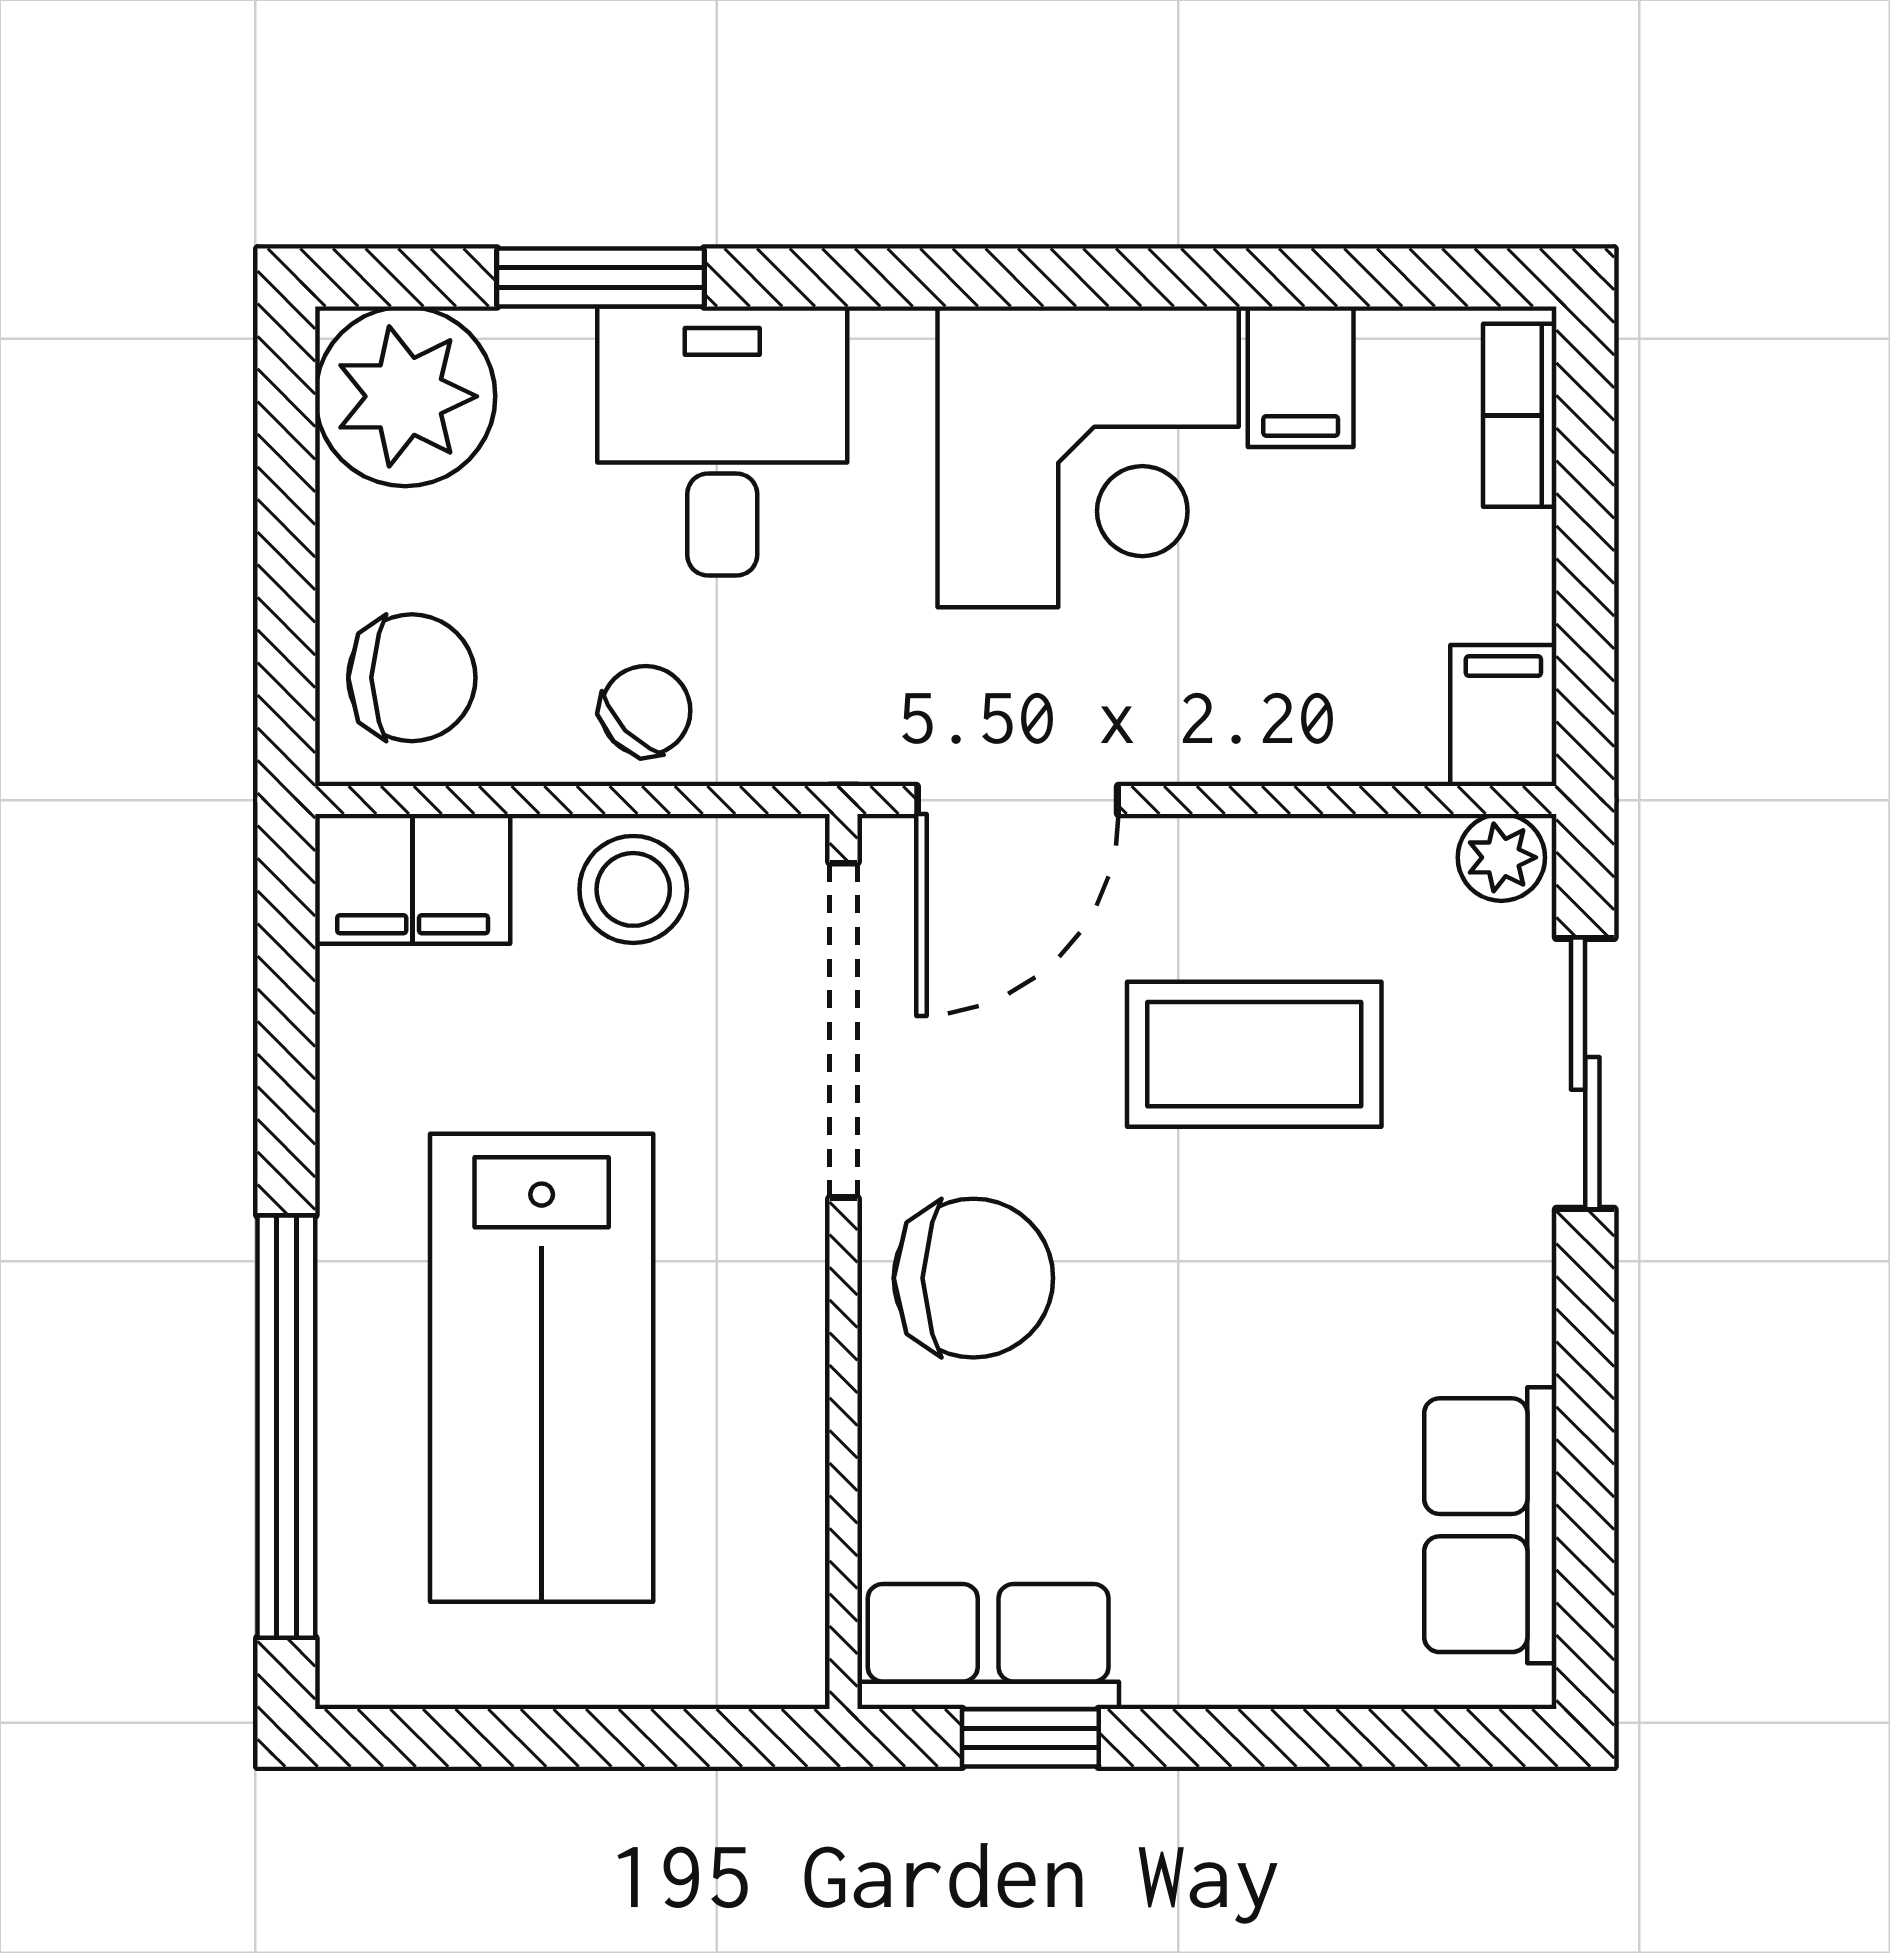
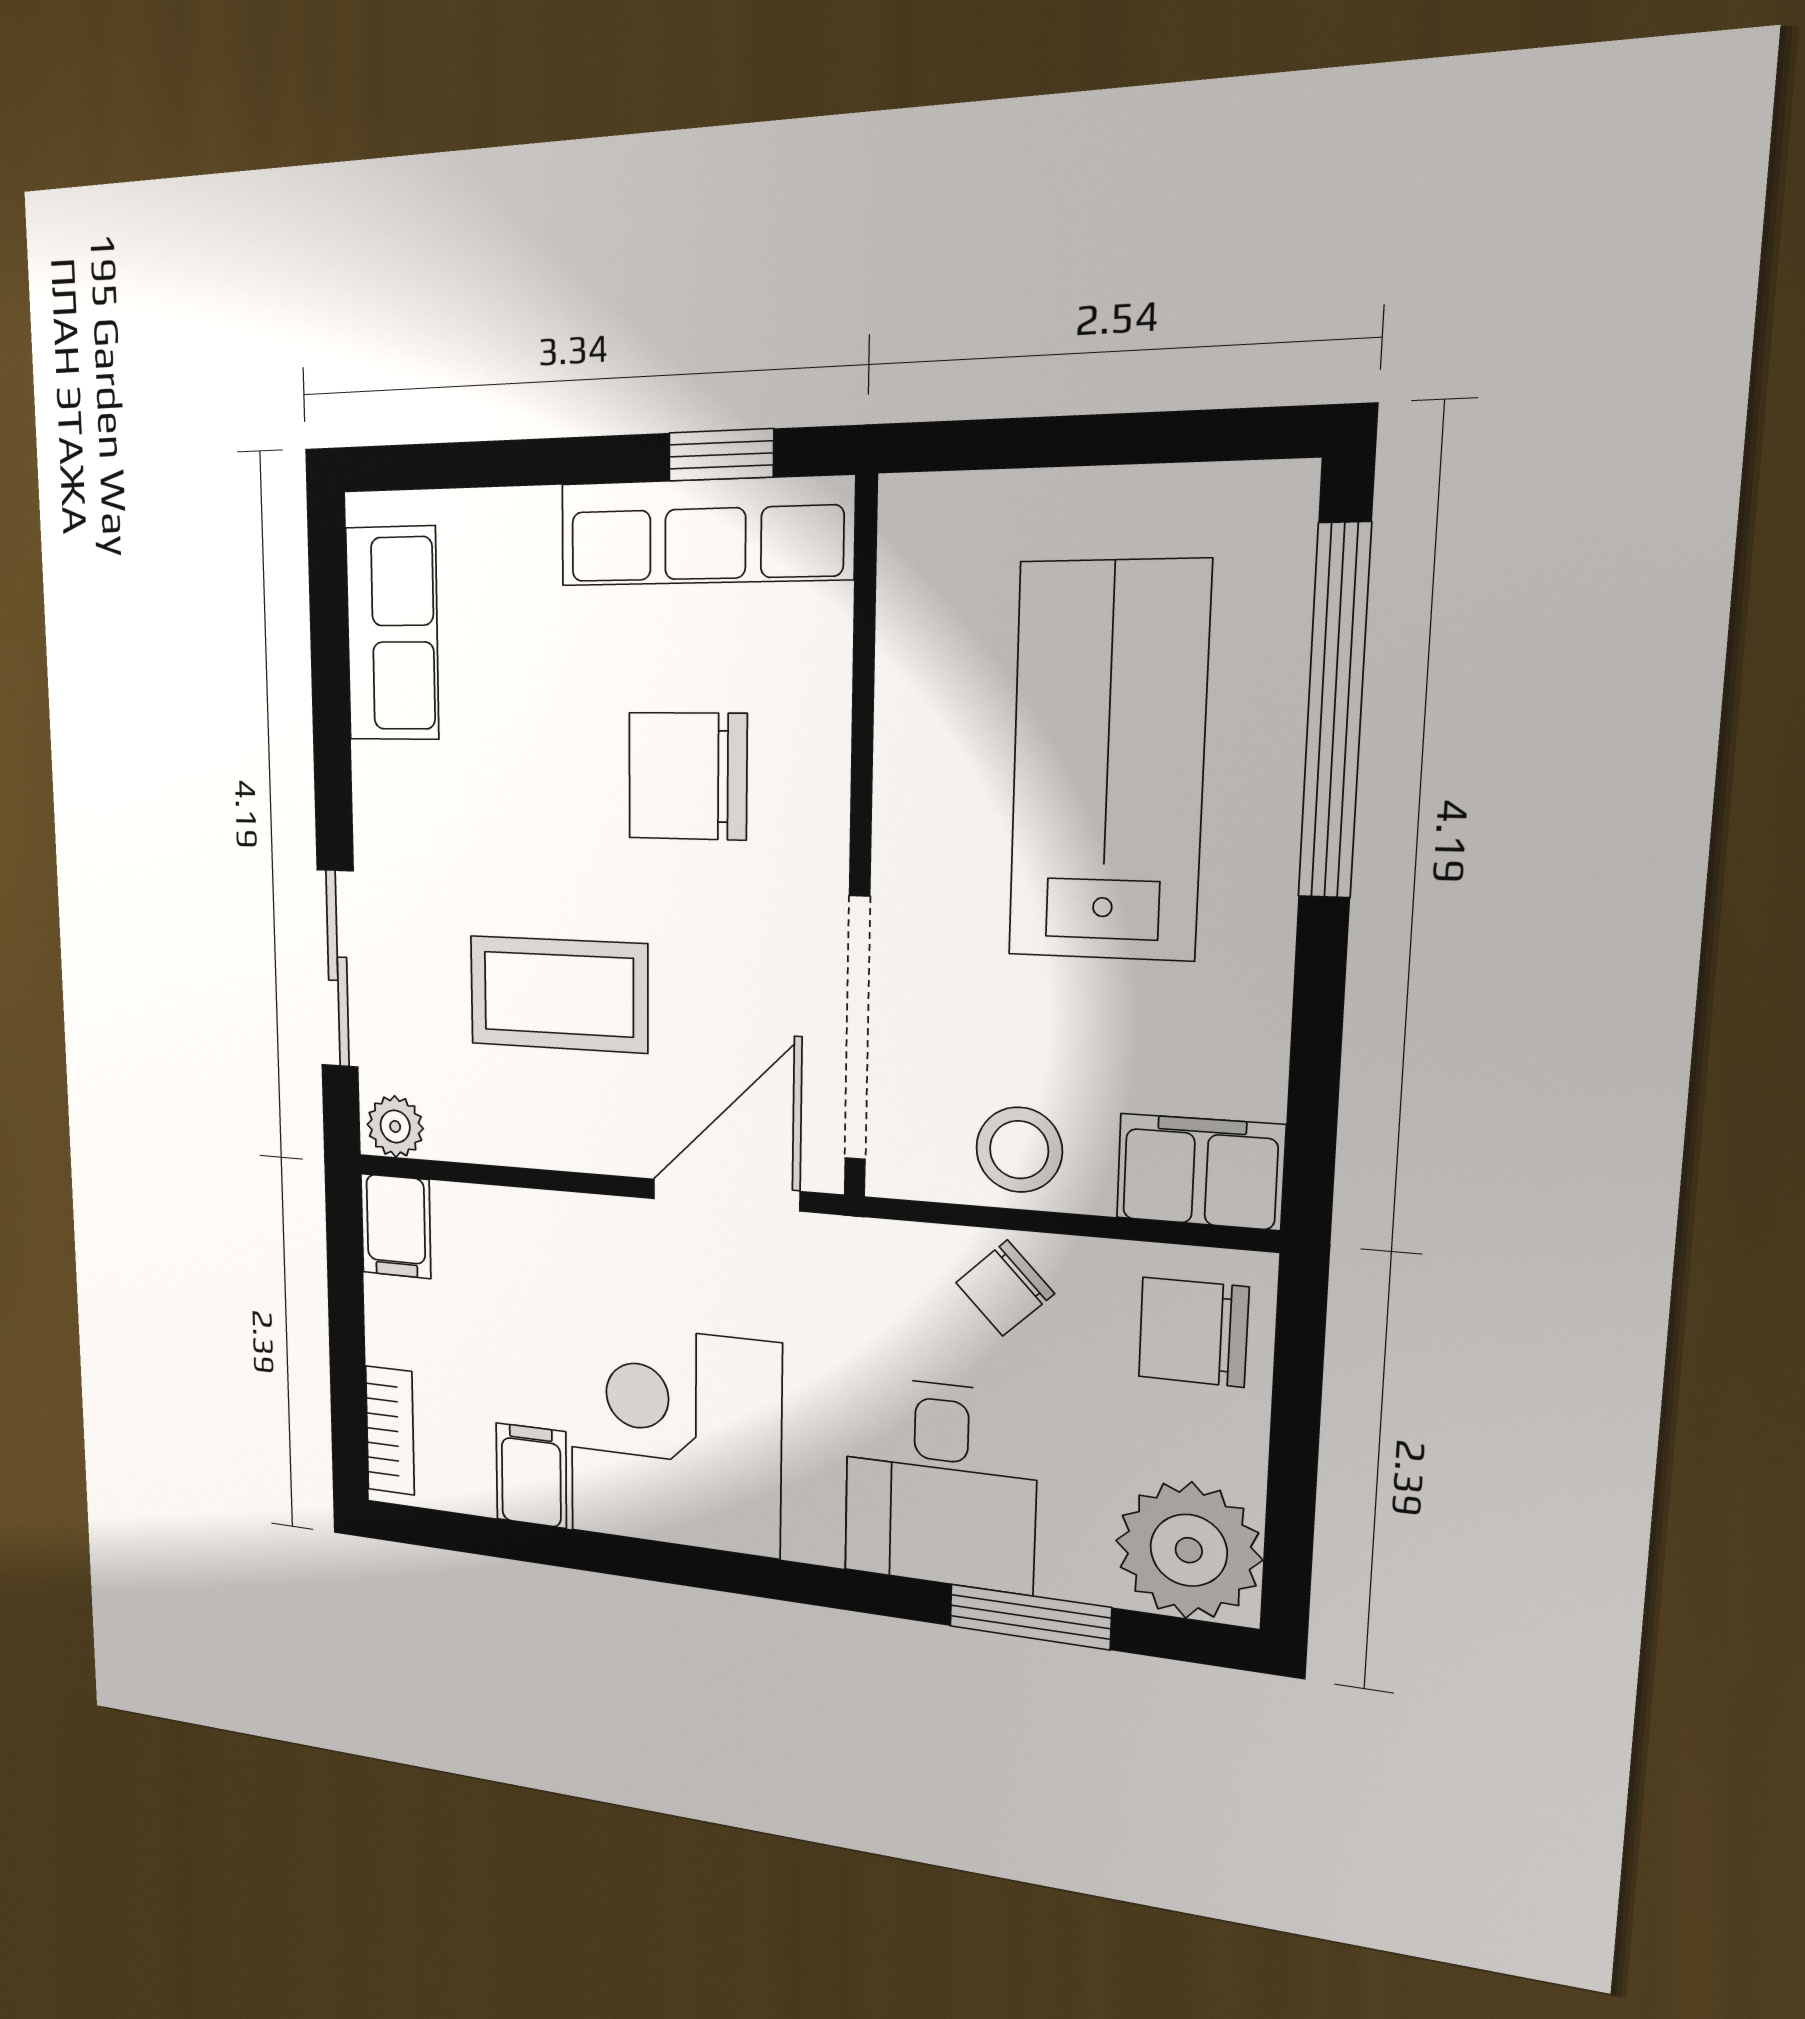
chair: (973, 1278) -> (688, 776), moved
row of seats: (988, 1646) -> (705, 531), width x1.48

